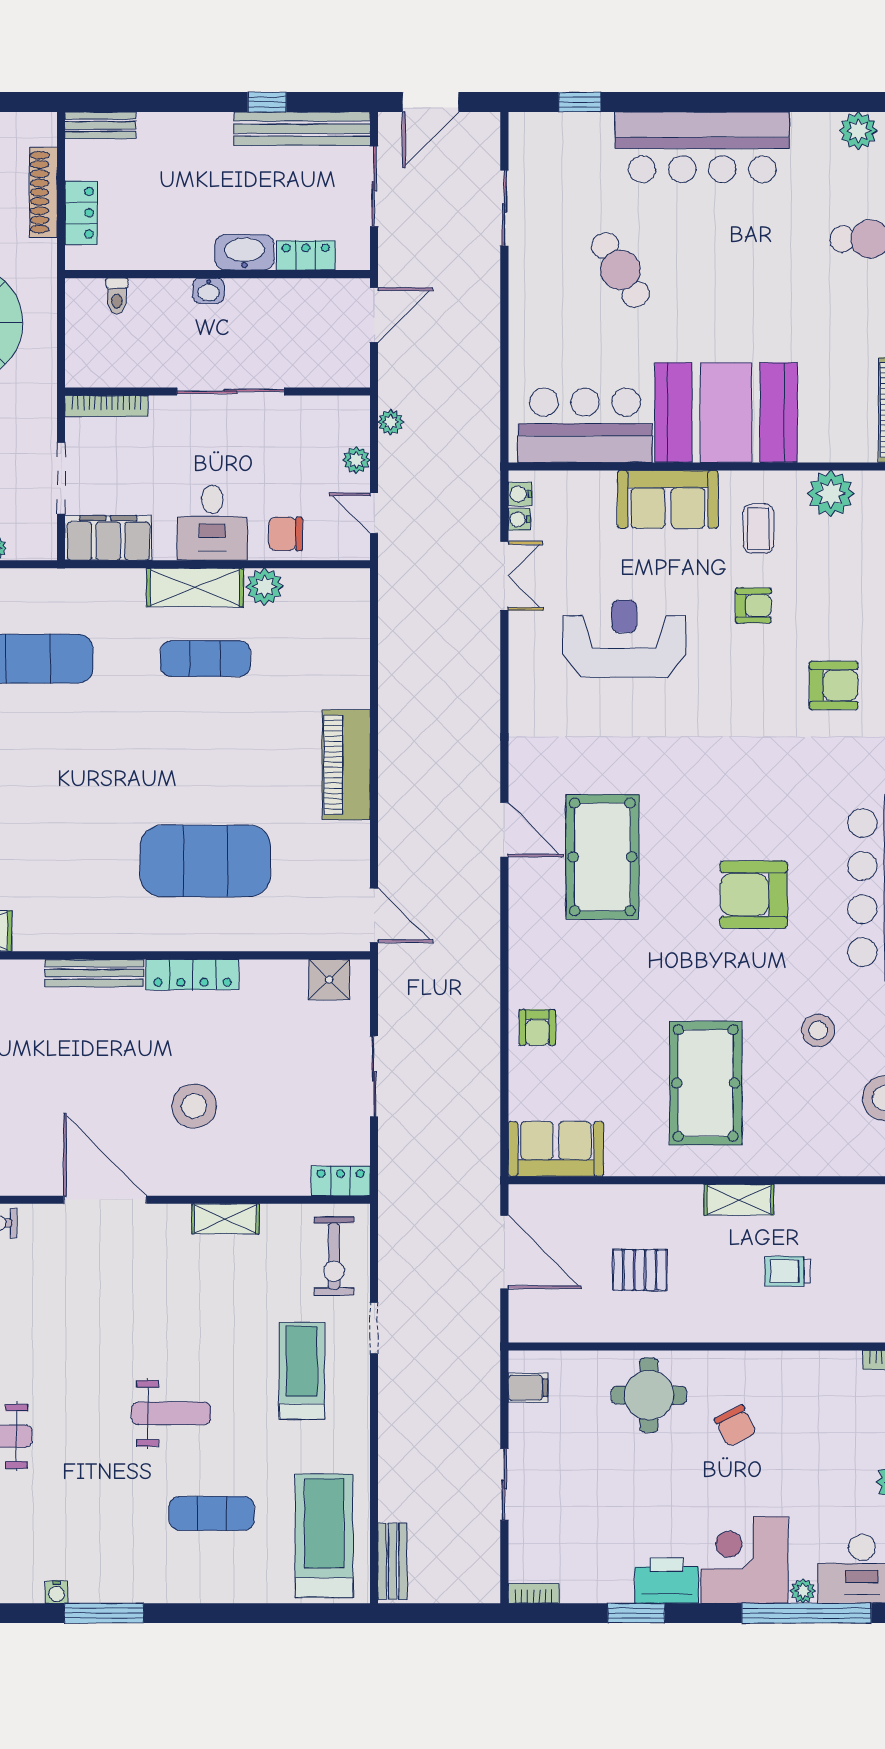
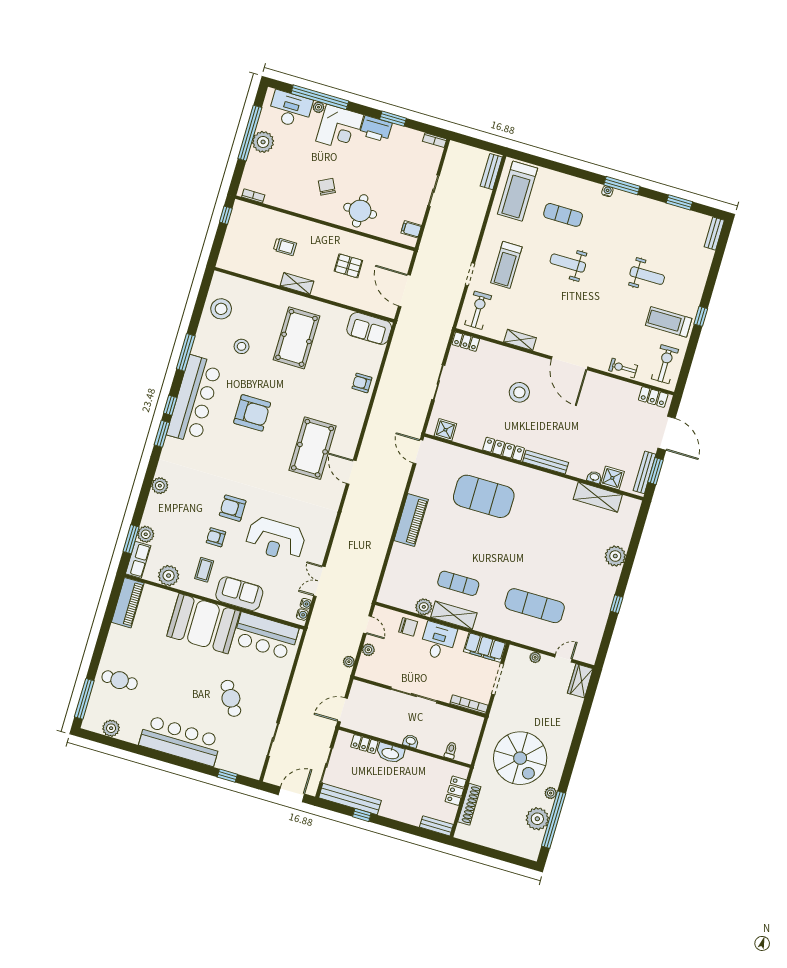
armchair: (834, 685) -> (233, 508), moved
armchair: (537, 1028) -> (362, 383), turned -90
water cooler: (56, 1592) -> (607, 191), moved

